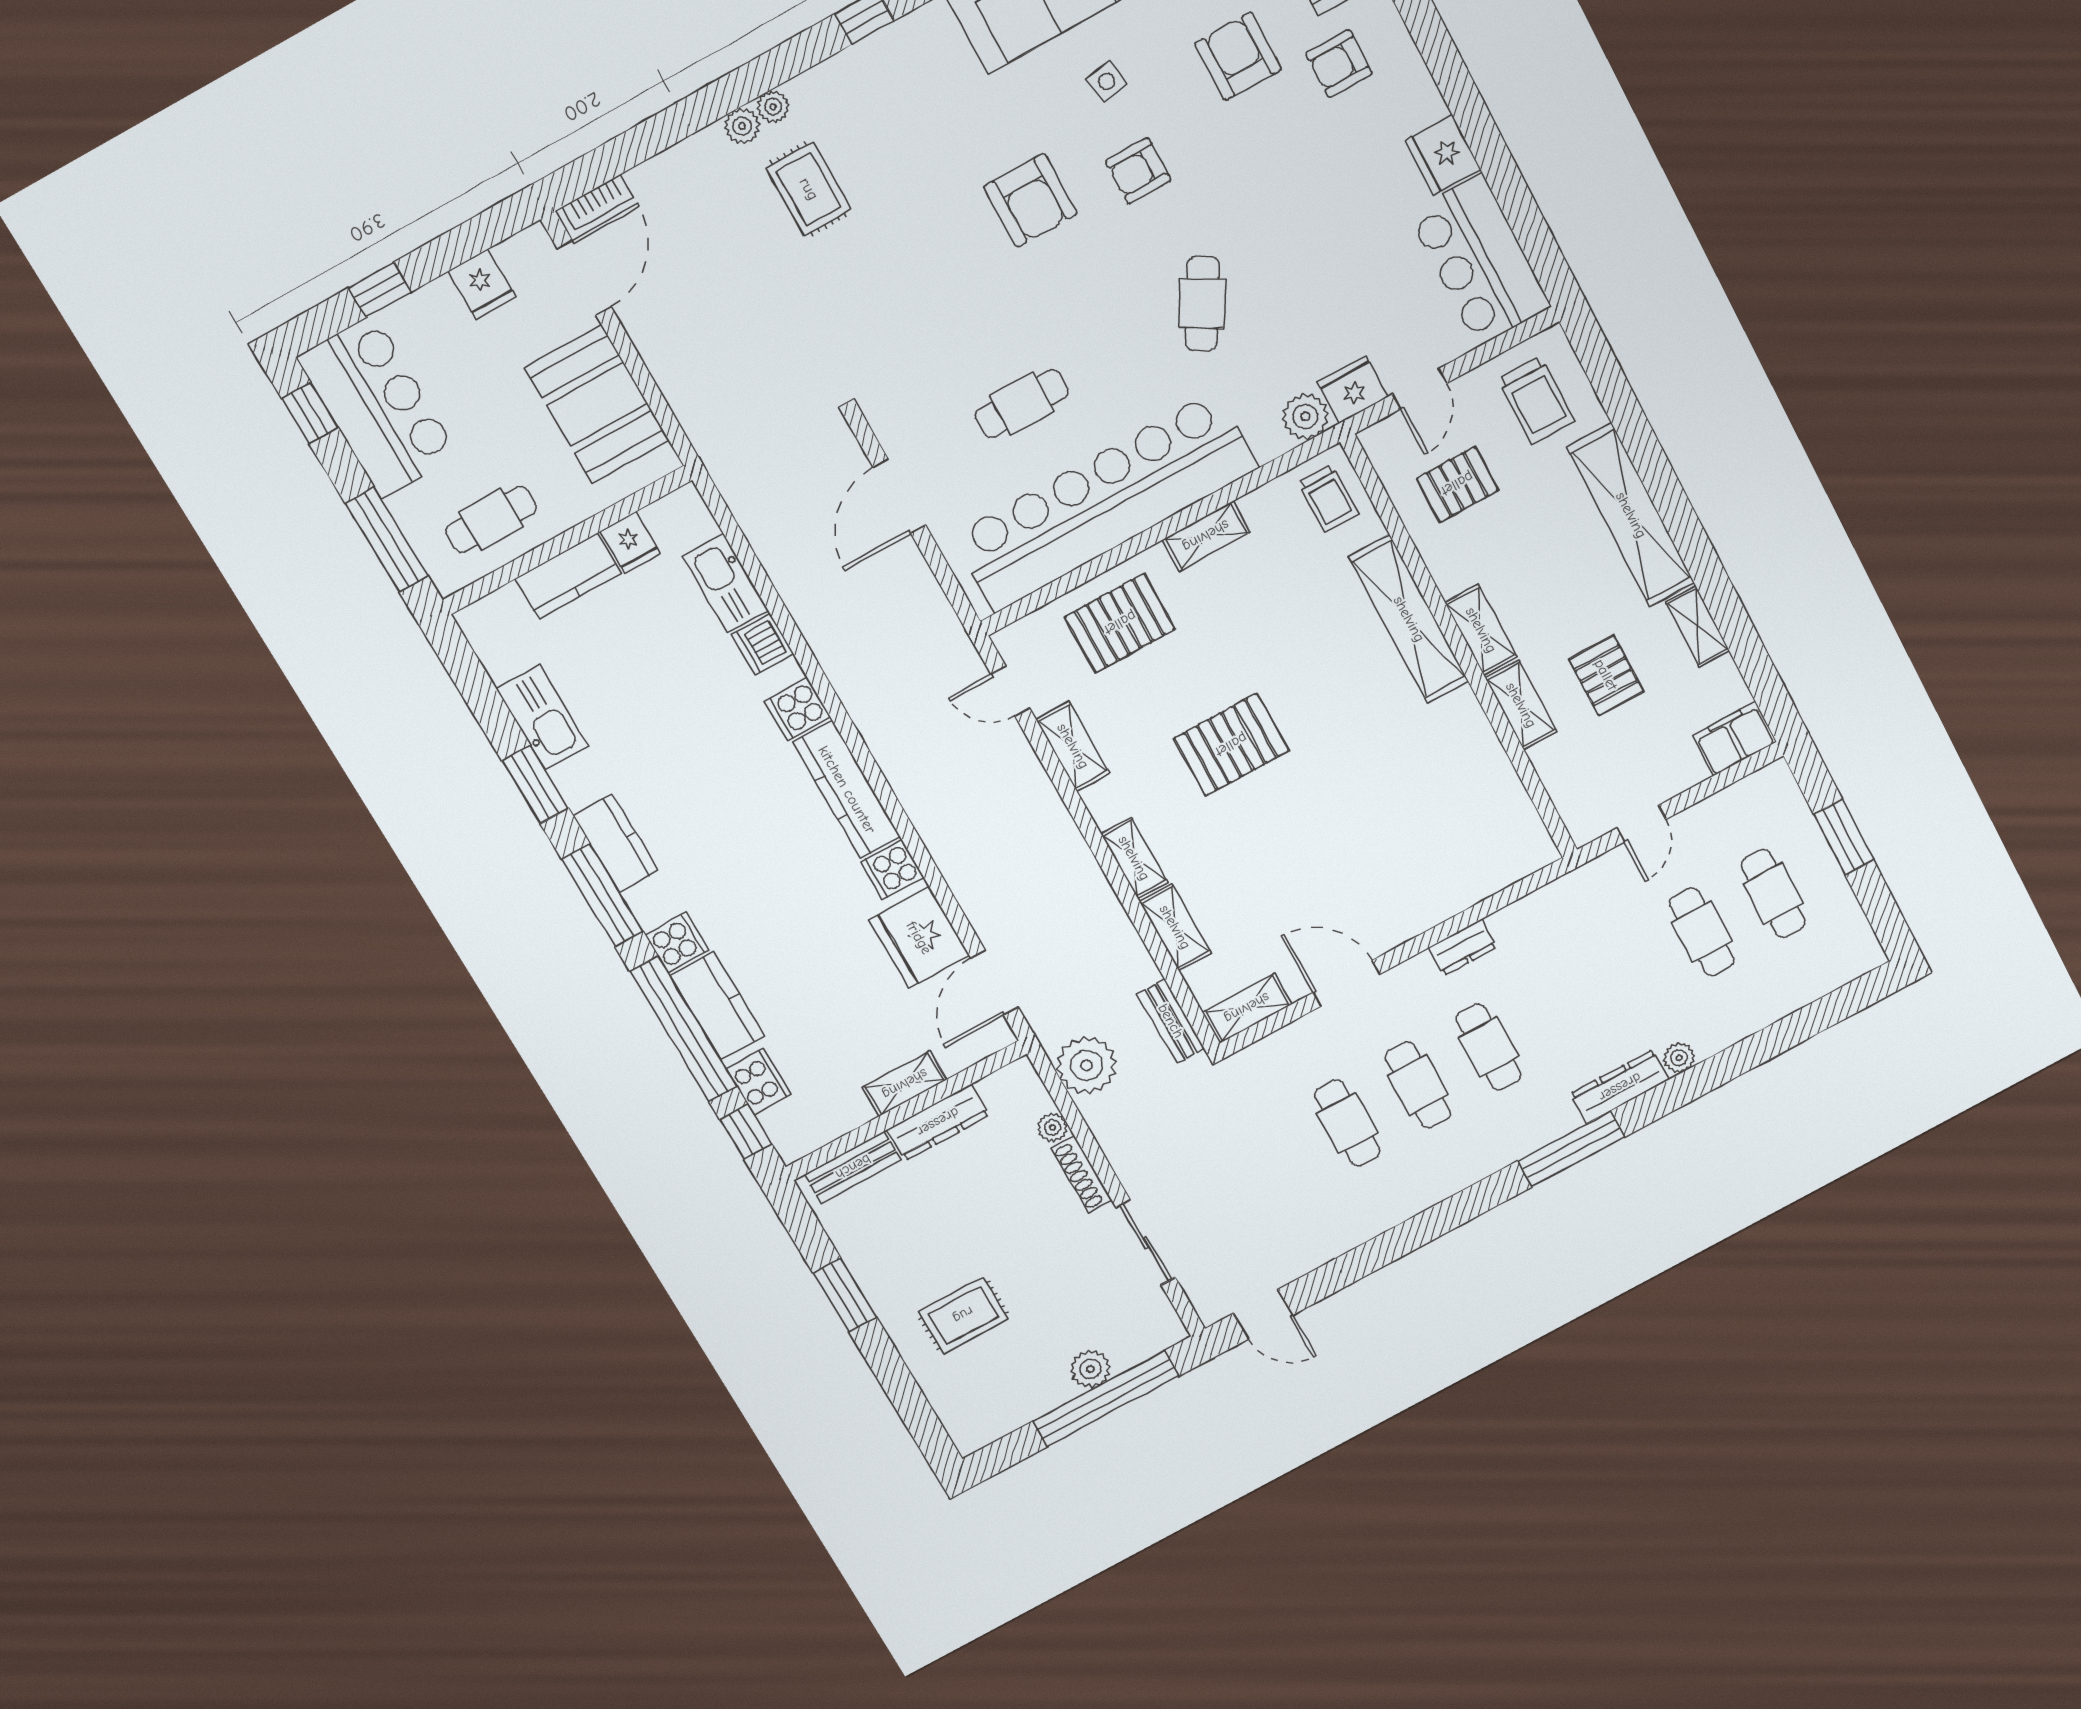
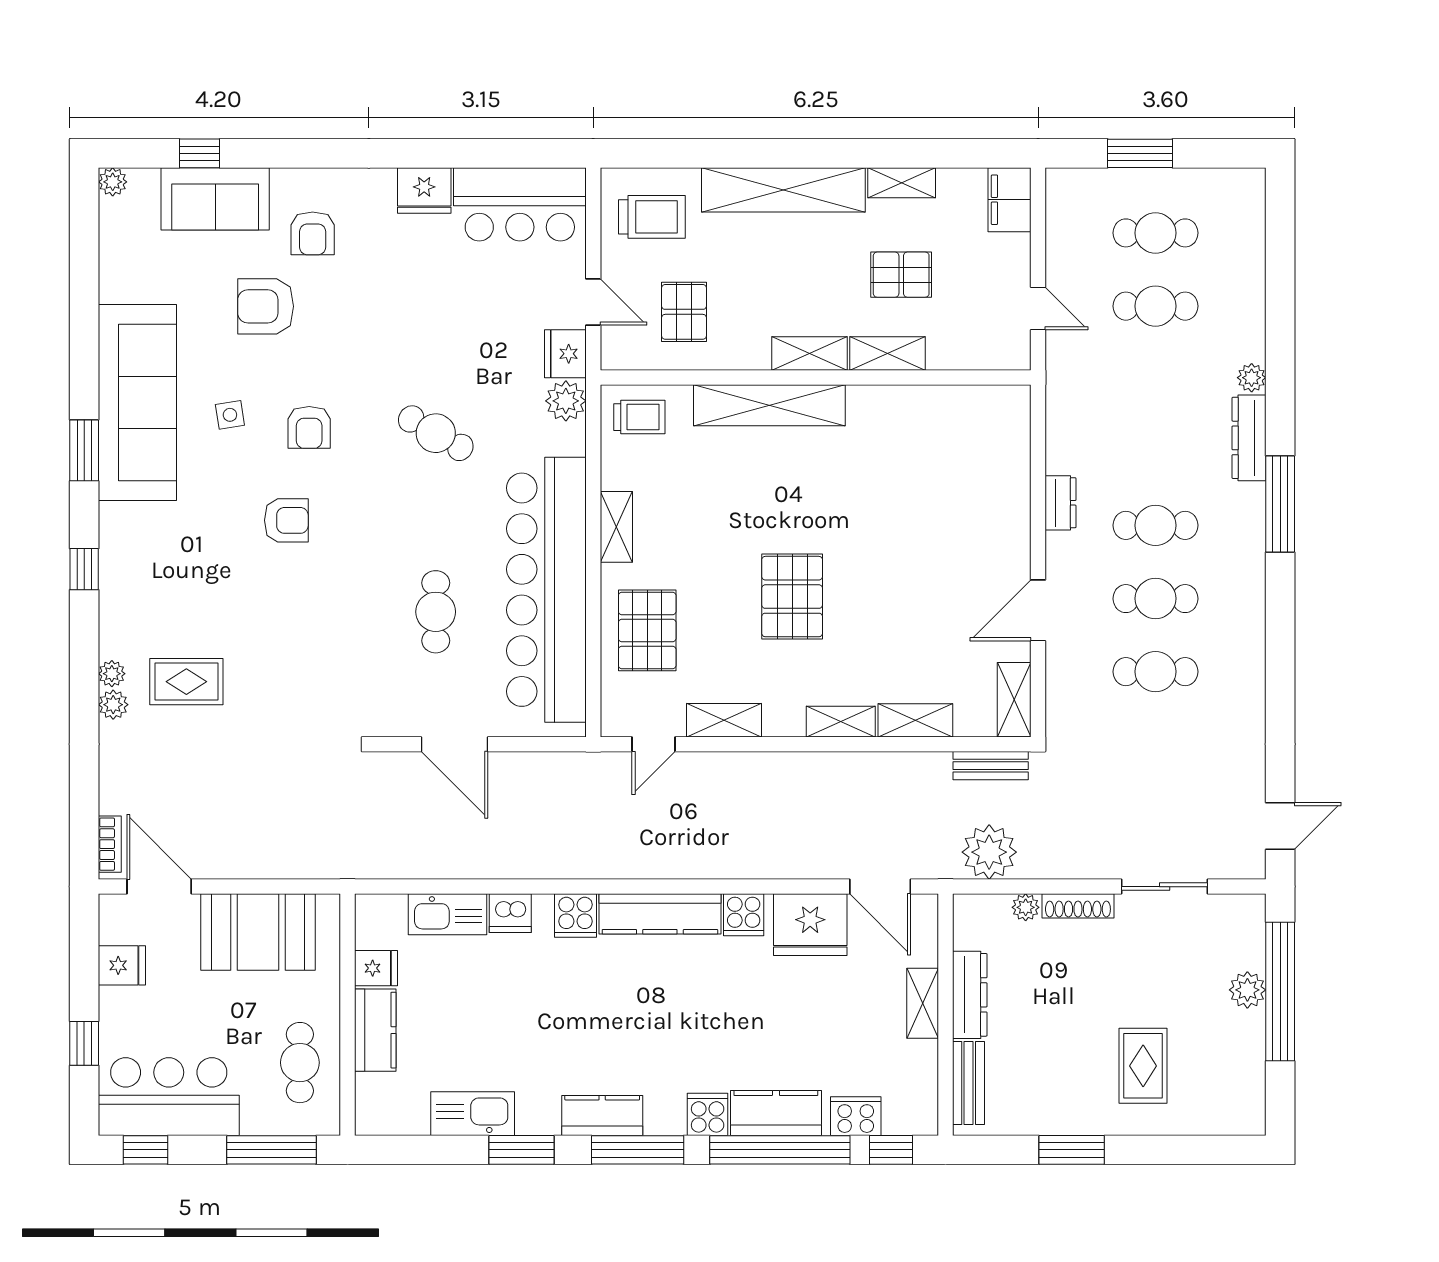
armchair: (1030, 200) -> (286, 520), width x0.72, depth x0.72

